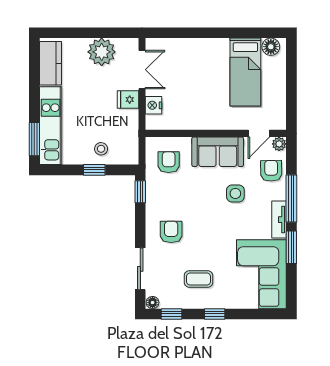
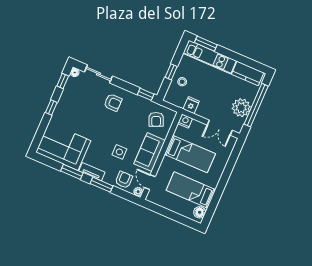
window: (89, 33) -> (256, 105), added
bed: (196, 95) -> (190, 154), added
fridge: (128, 100) -> (191, 105), moved
nightstand: (154, 105) -> (185, 121), moved
armchair: (169, 162) -> (156, 119), turned 67
armchair: (271, 171) -> (124, 180), turned -89
window: (291, 198) -> (102, 185), width x0.69
coffee table: (199, 279) -> (77, 107), removed

